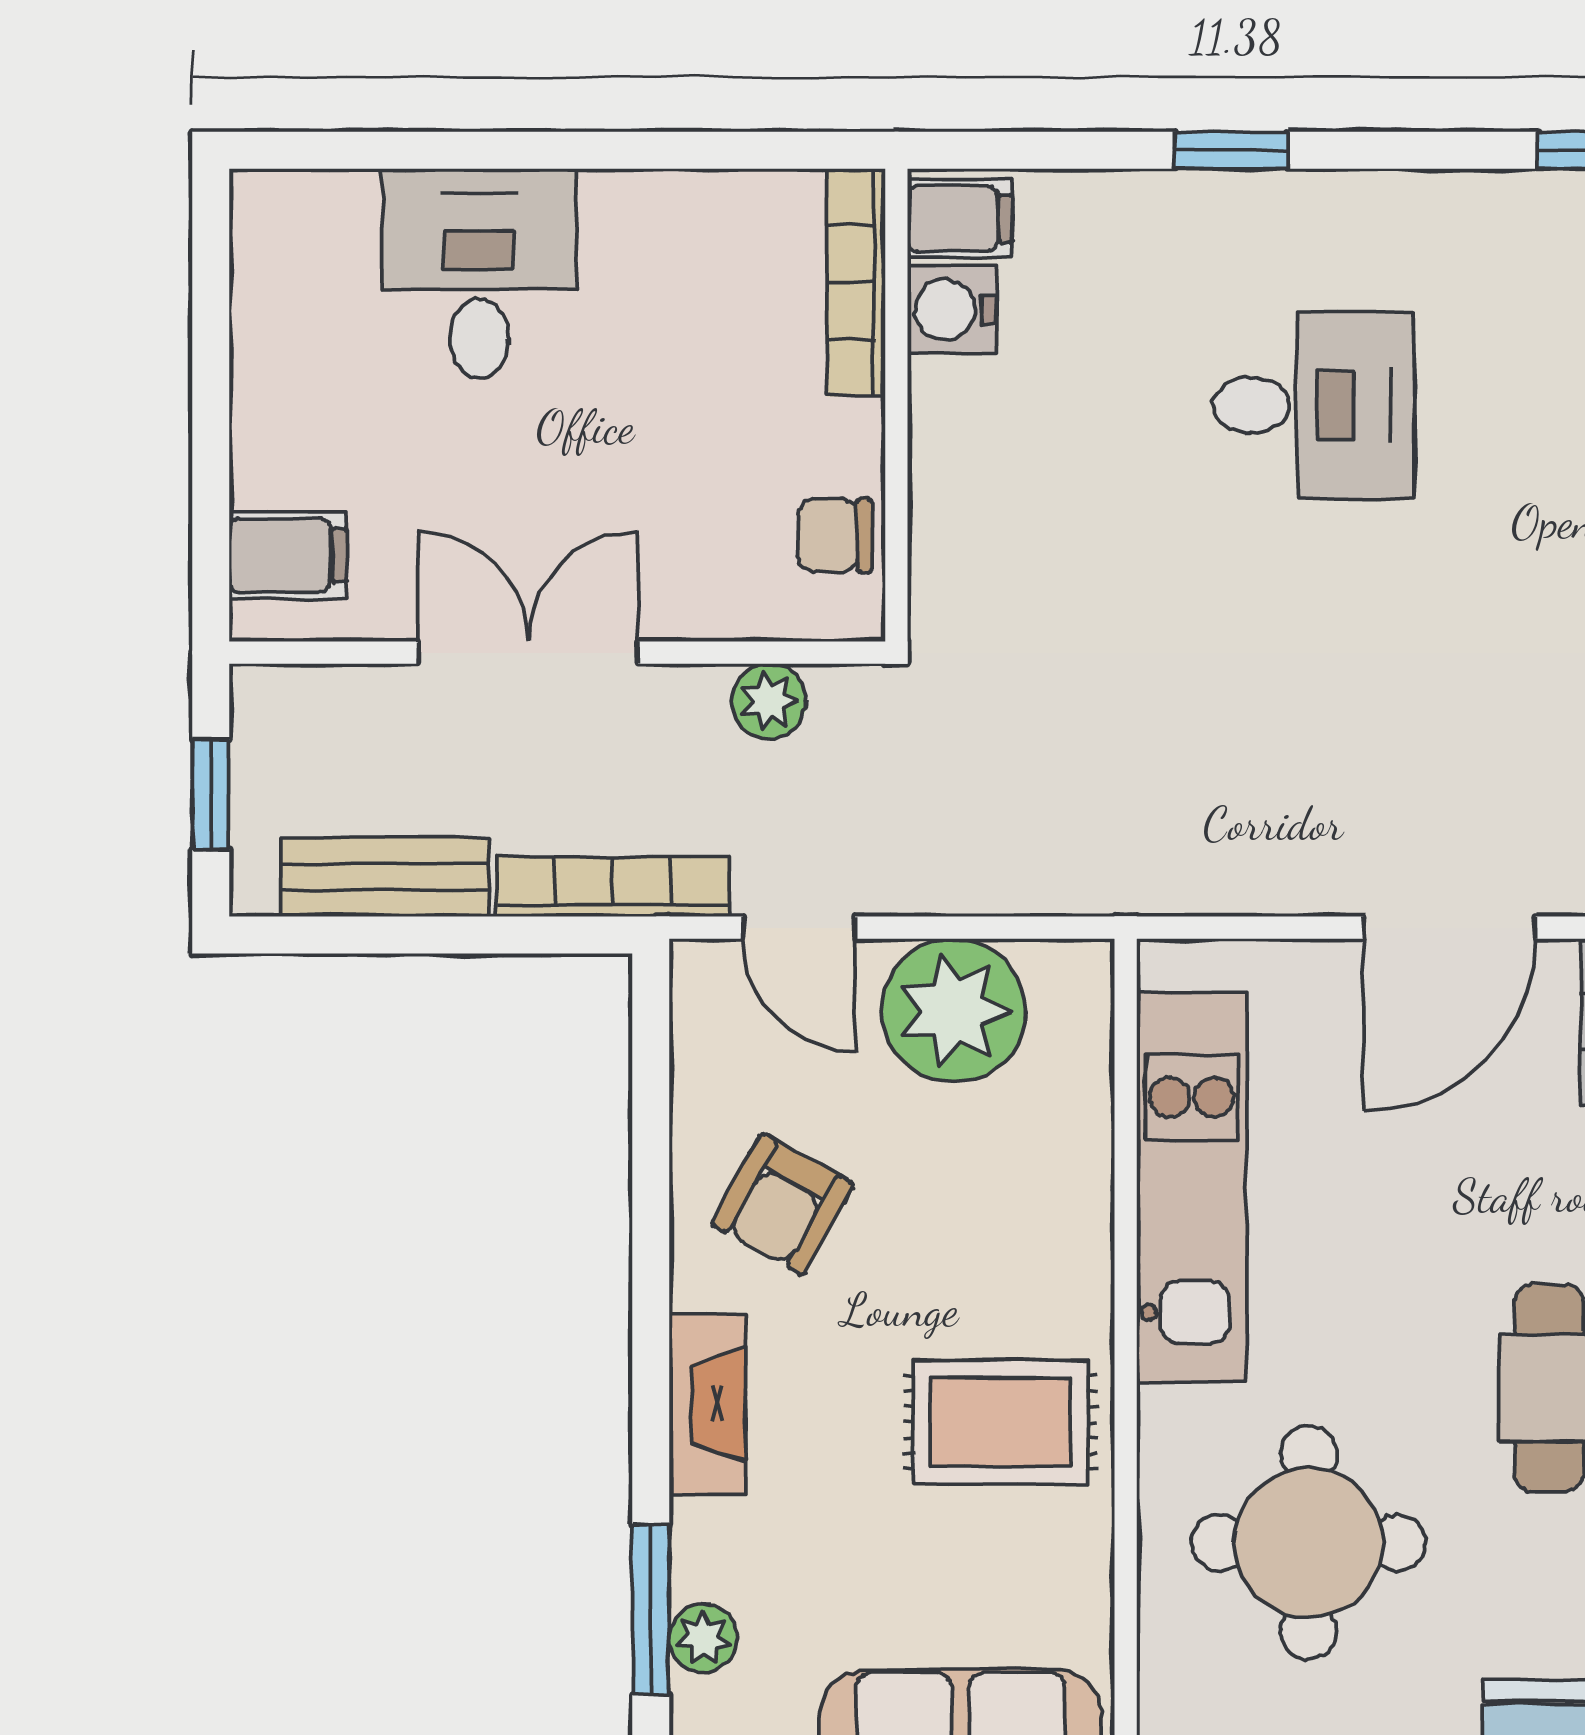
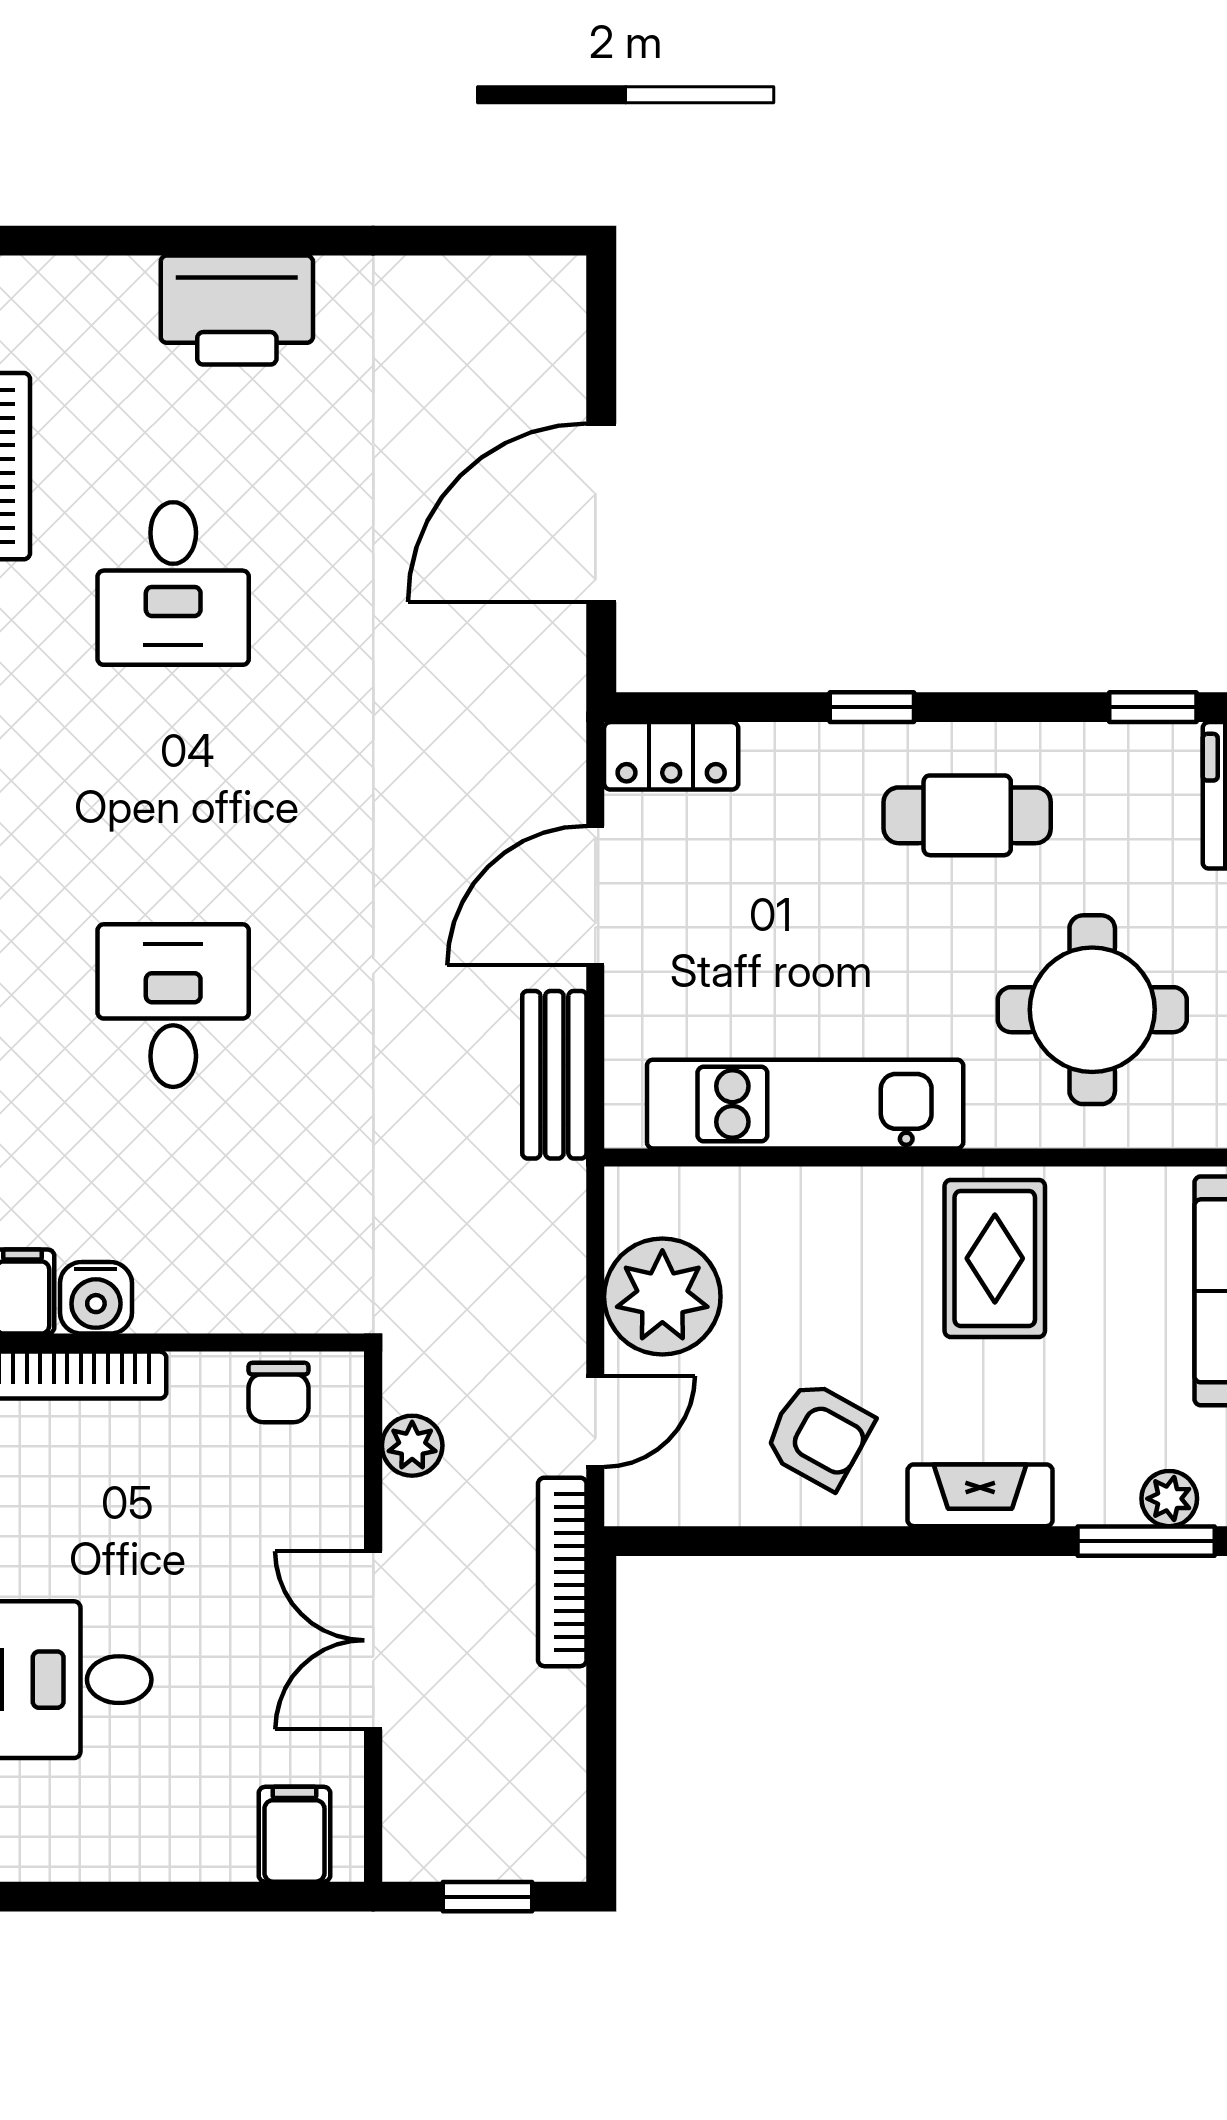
bench: (385, 877) -> (554, 1075), moved
door: (1450, 928) -> (595, 896), swing flipped

